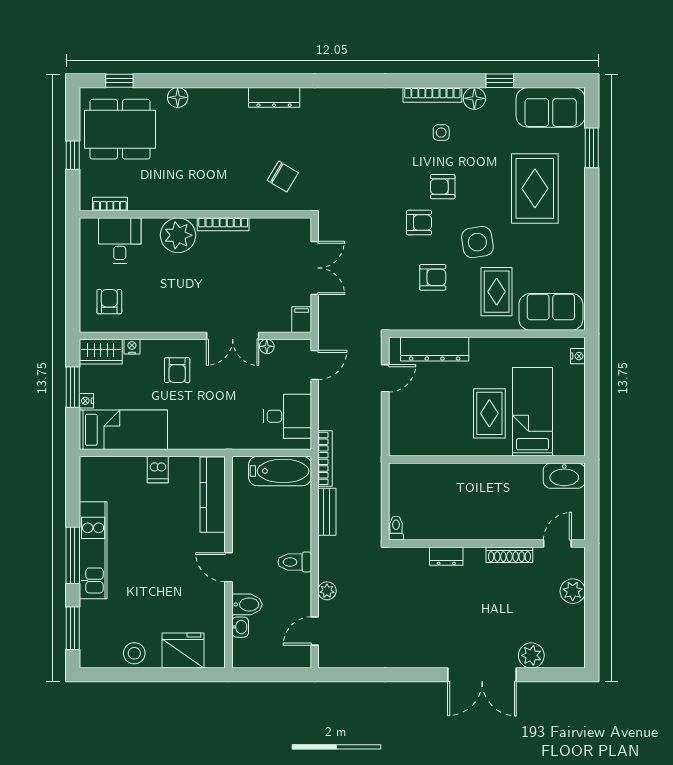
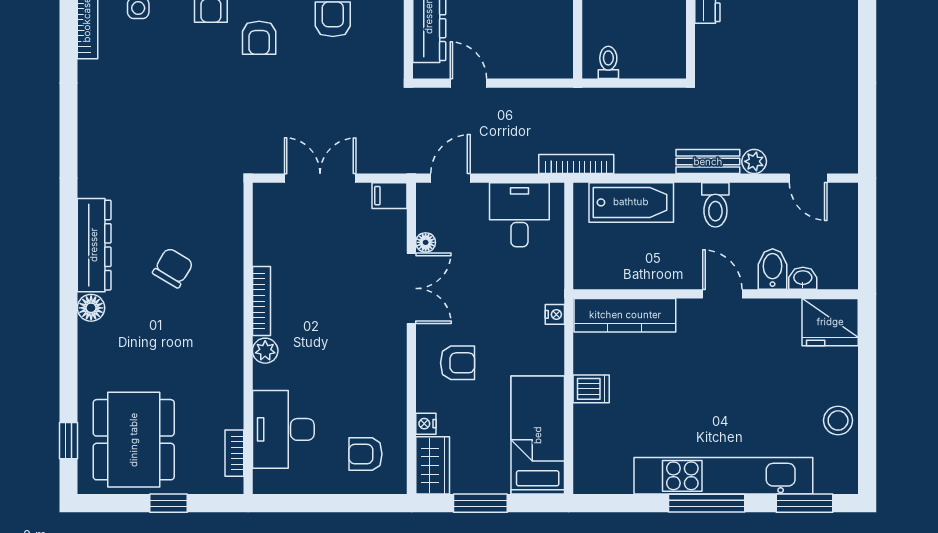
floor lamp: (178, 97) -> (91, 308), moved
dresser: (274, 97) -> (94, 245), width x1.37, depth x1.24
chair: (283, 177) -> (173, 268), moved
armchair: (419, 223) -> (259, 38), turned 180
plant: (178, 235) -> (265, 351), width x0.53, depth x0.53
desk: (120, 241) -> (283, 429), width x1.37
door: (315, 365) -> (451, 178), hinge flipped
nightstand: (86, 401) -> (555, 314), moved, turned -90
bathtub: (280, 471) -> (631, 202), moved, turned 90
bench: (327, 512) -> (708, 162), moved
toilet: (396, 528) -> (608, 62), moved, turned 90
kitchen unit: (93, 550) -> (723, 476), width x1.36
door: (228, 567) -> (722, 294), swing flipped
fridge: (183, 651) -> (830, 322), moved, turned -90

